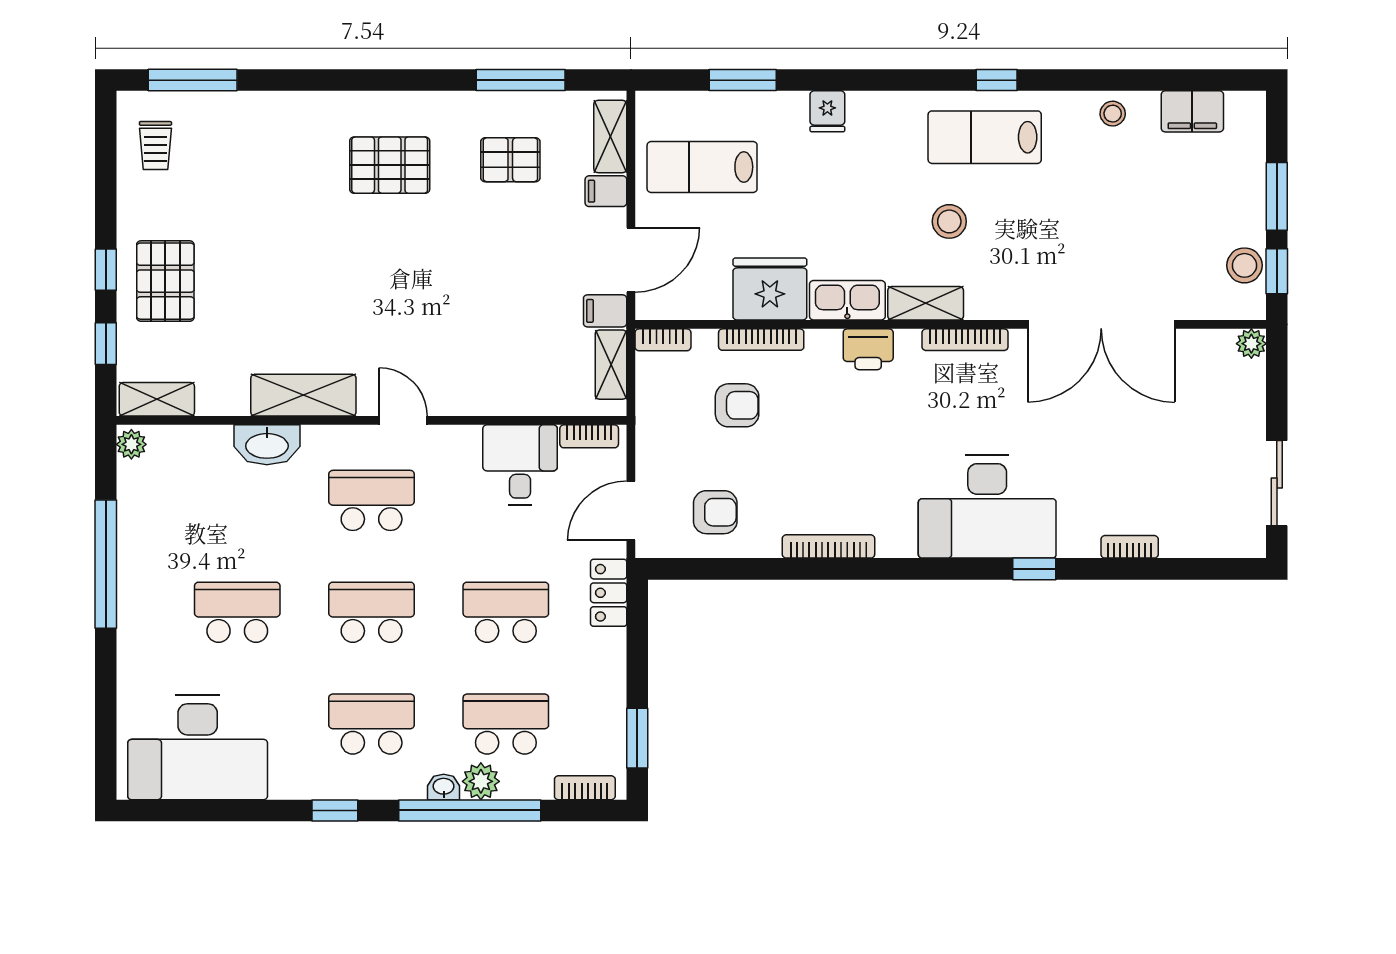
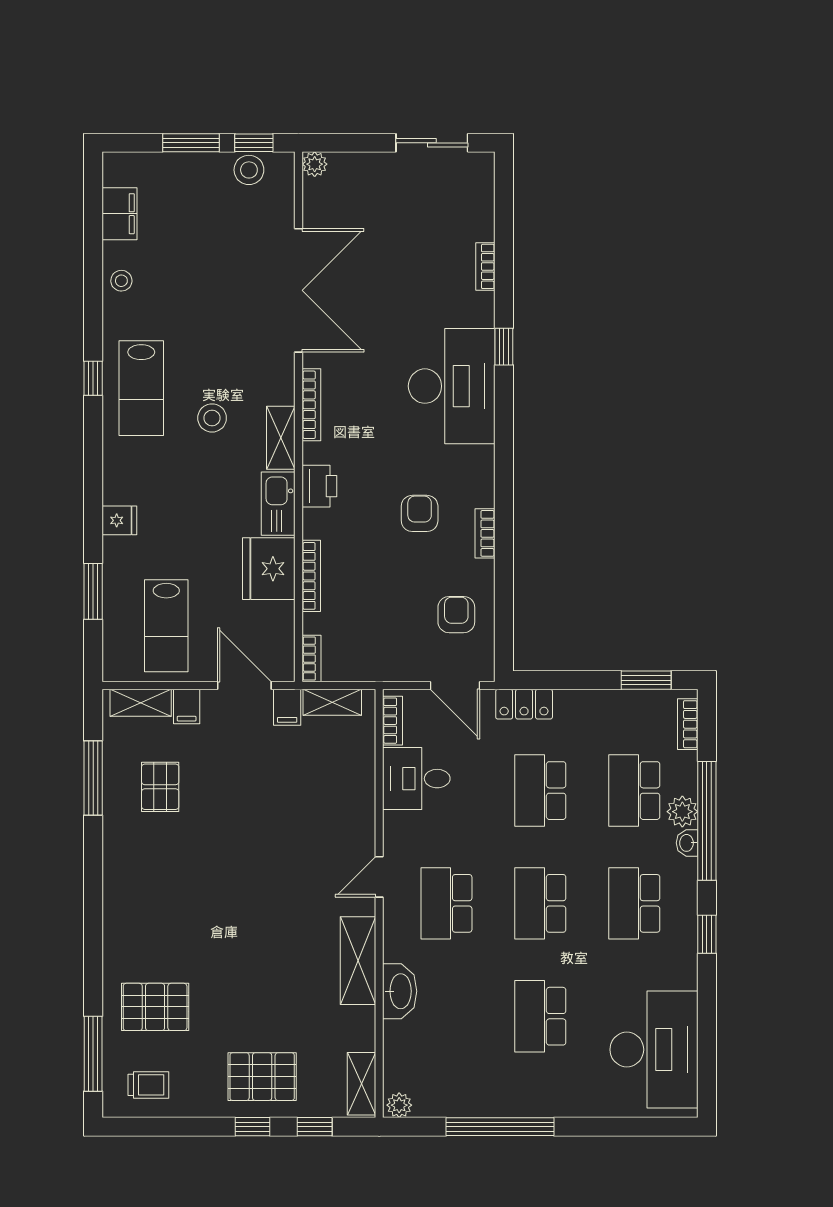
pallet: (390, 165) -> (155, 1007), moved, turned 90
armchair: (737, 405) -> (420, 513), moved
bookcase: (828, 546) -> (485, 533), width x0.64

